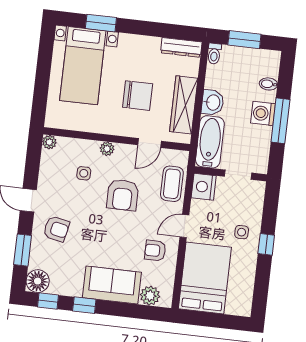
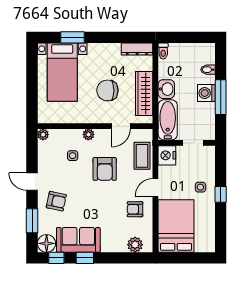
window: (244, 40) -> (185, 37), removed
chair: (138, 96) -> (107, 90), turned 180
sofa: (112, 285) -> (78, 240), moved

